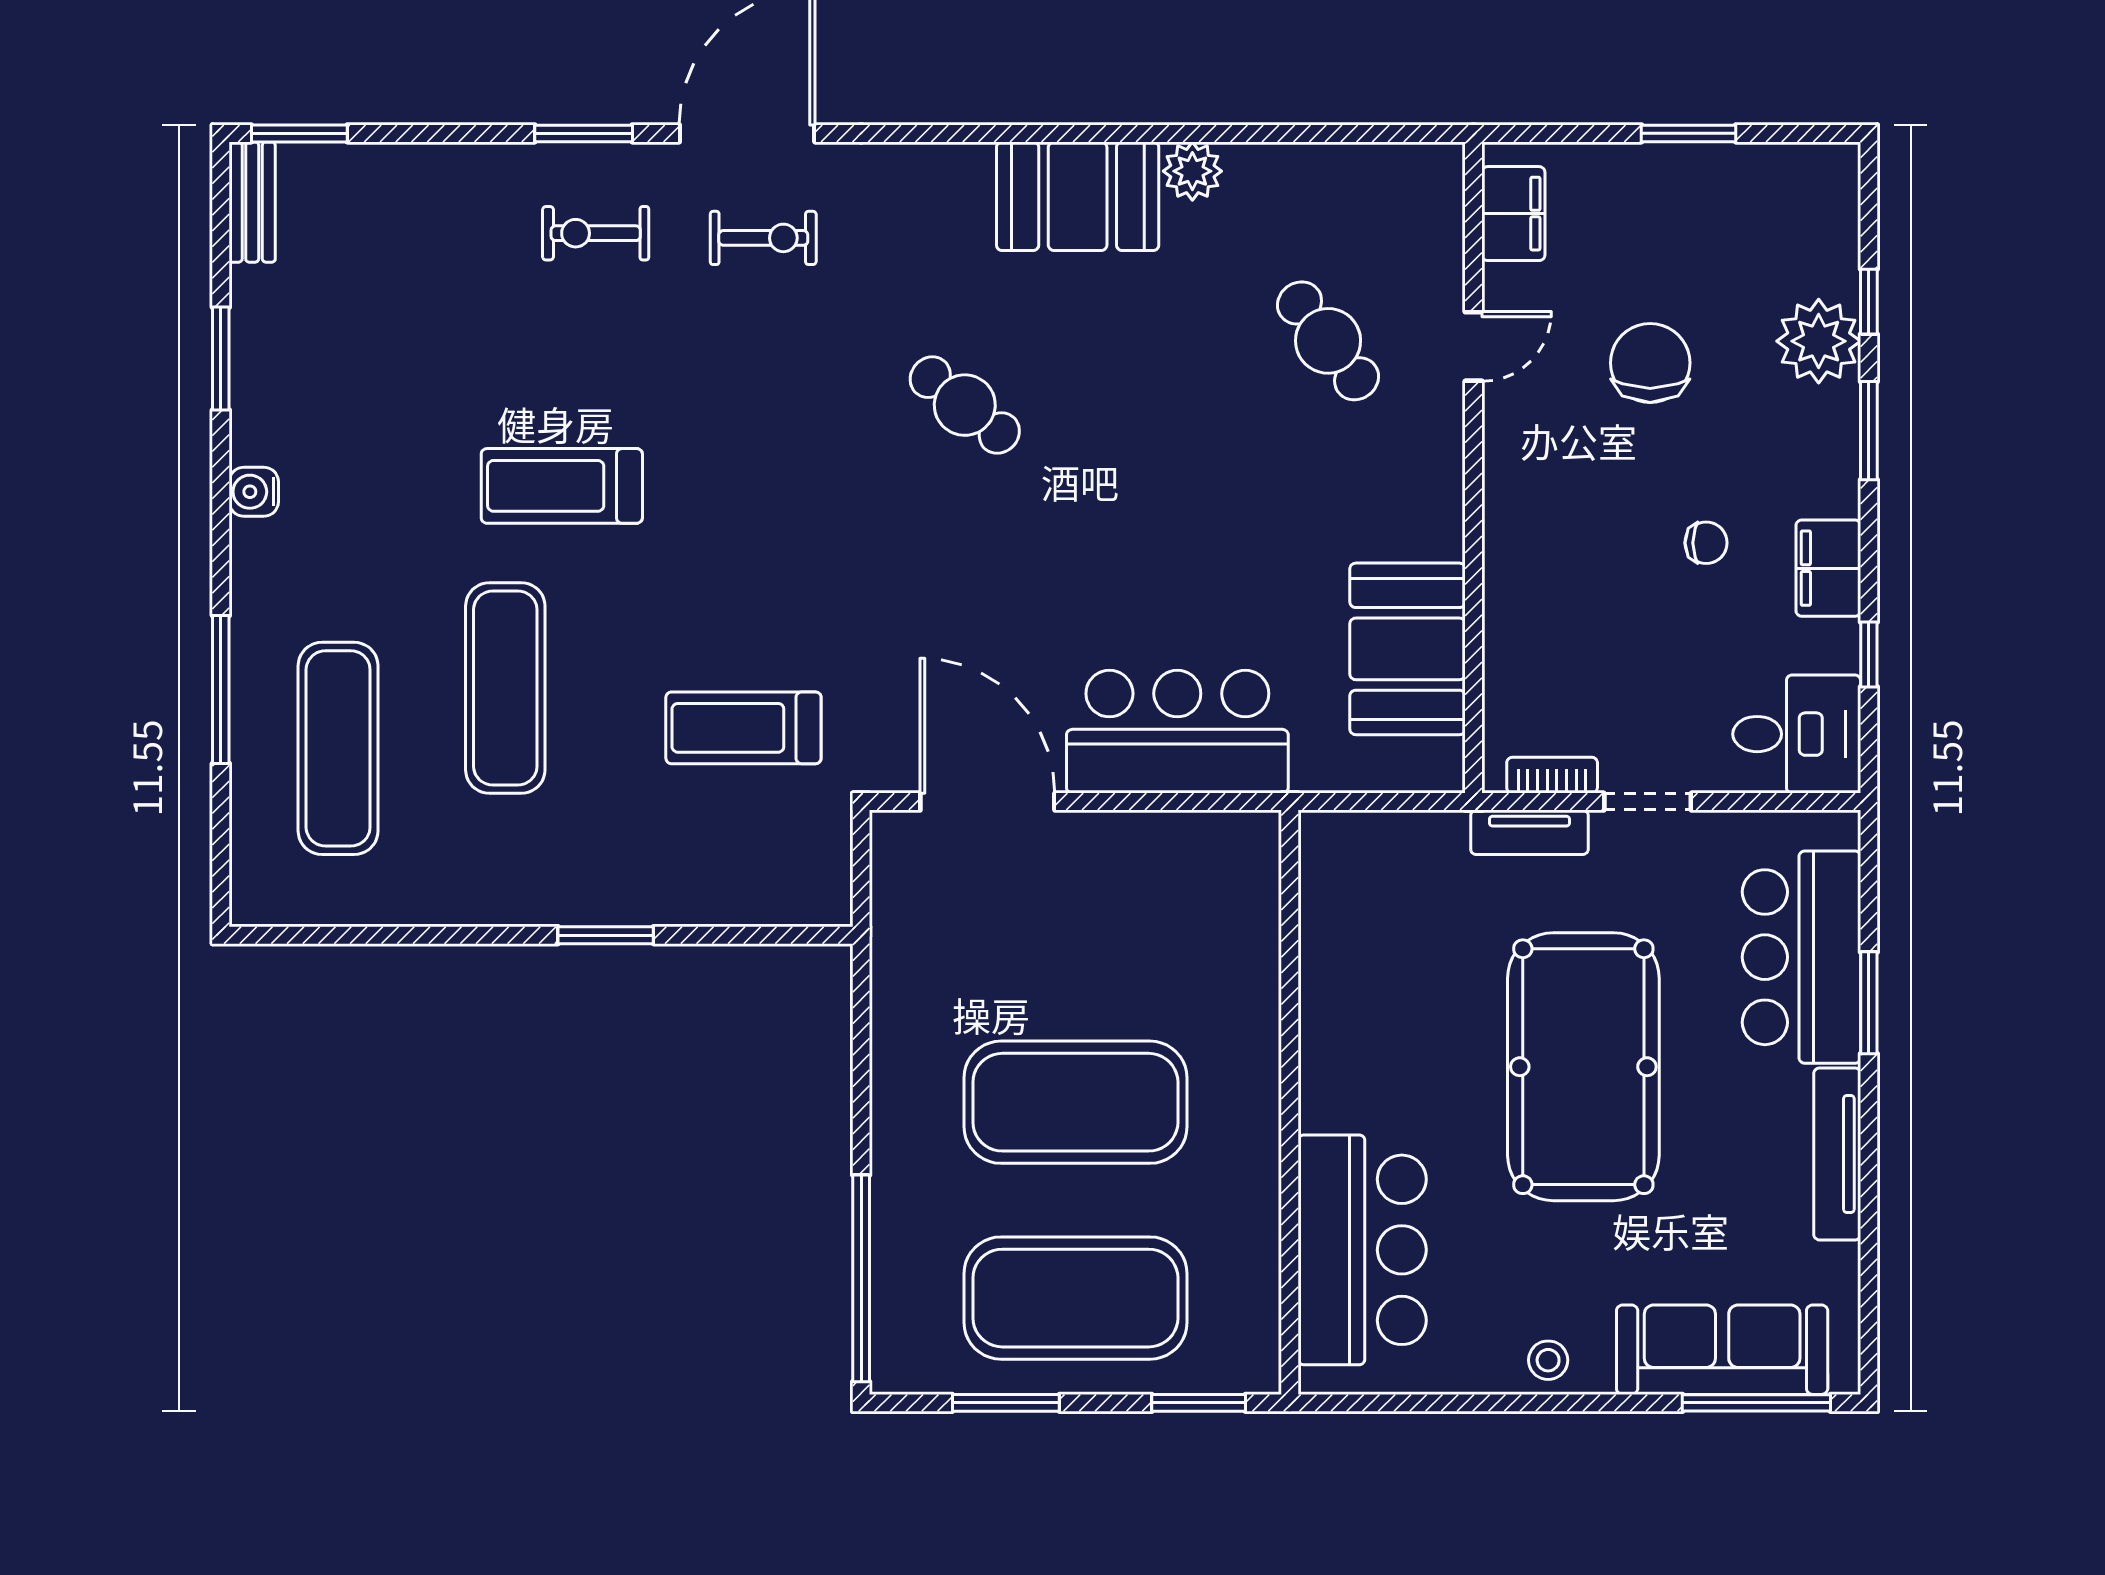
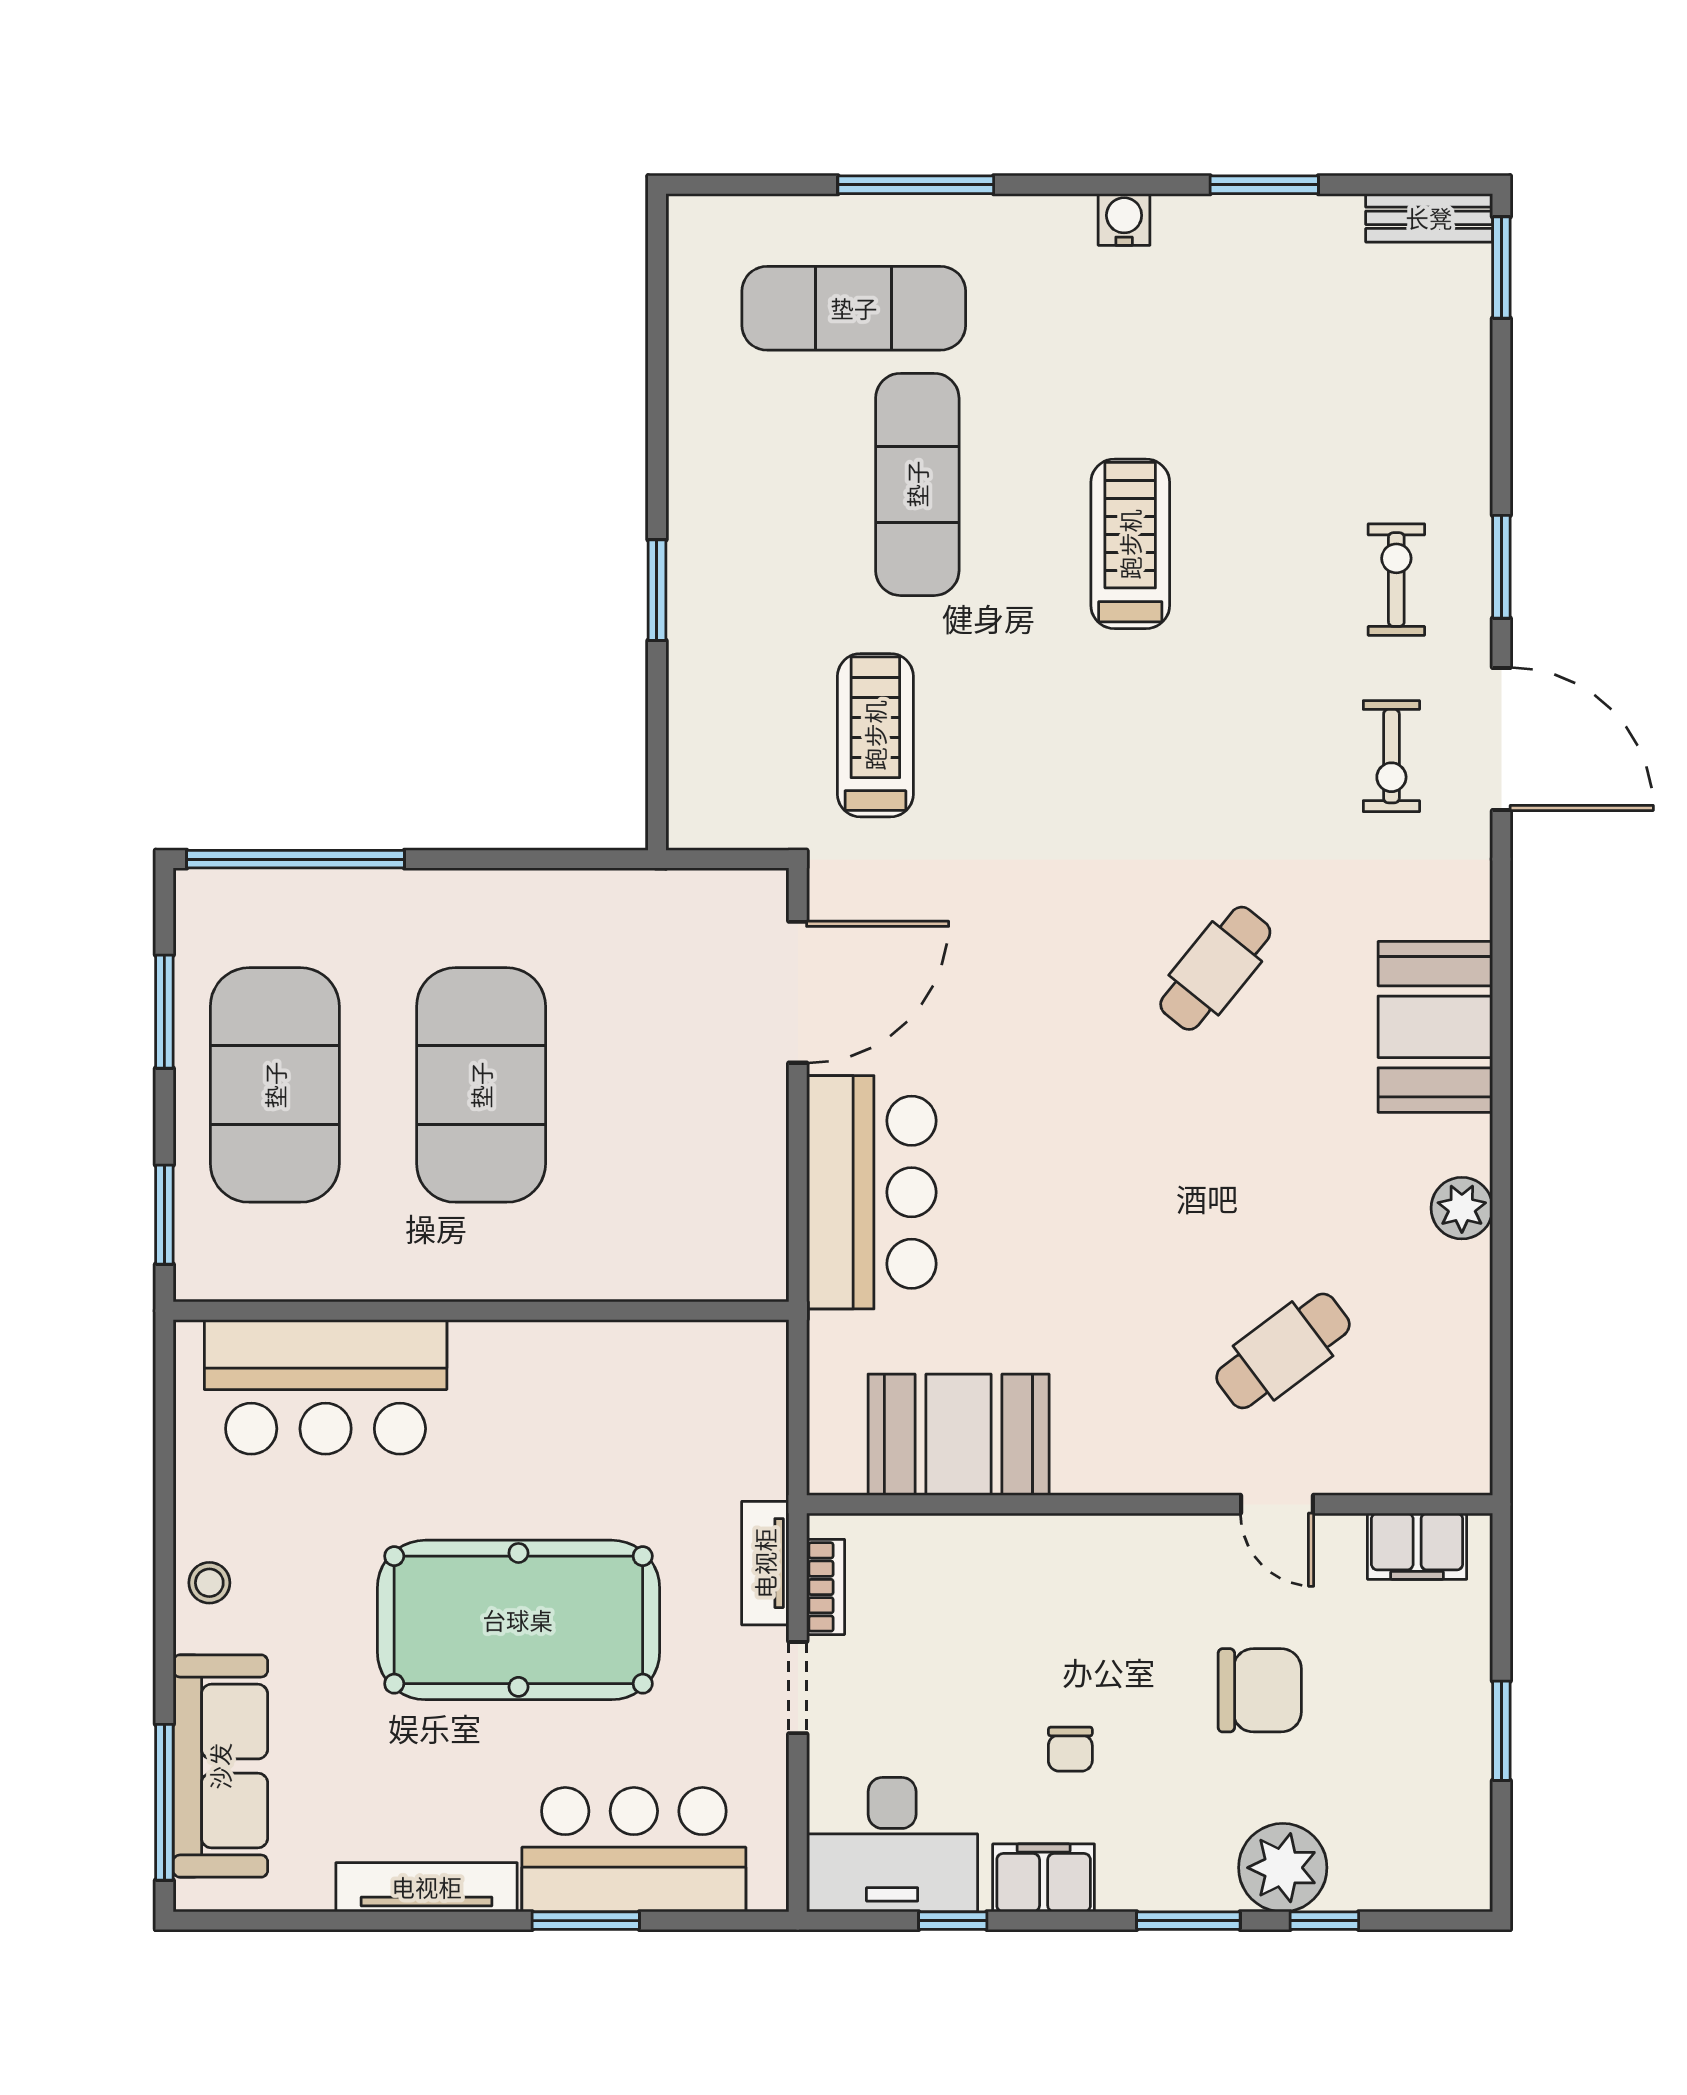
booth: (1078, 196) -> (1435, 1027), moved
exercise mat: (505, 688) -> (917, 484), turned 90
desk: (1797, 734) -> (892, 1845), width x1.37

